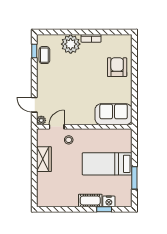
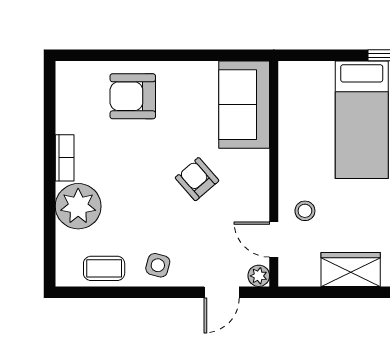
window: (34, 51) -> (95, 292), removed
side table: (46, 78) -> (158, 265), added
armchair: (82, 94) -> (197, 179), added

